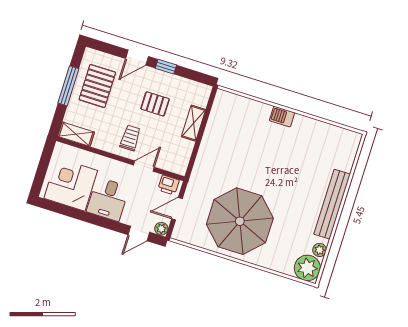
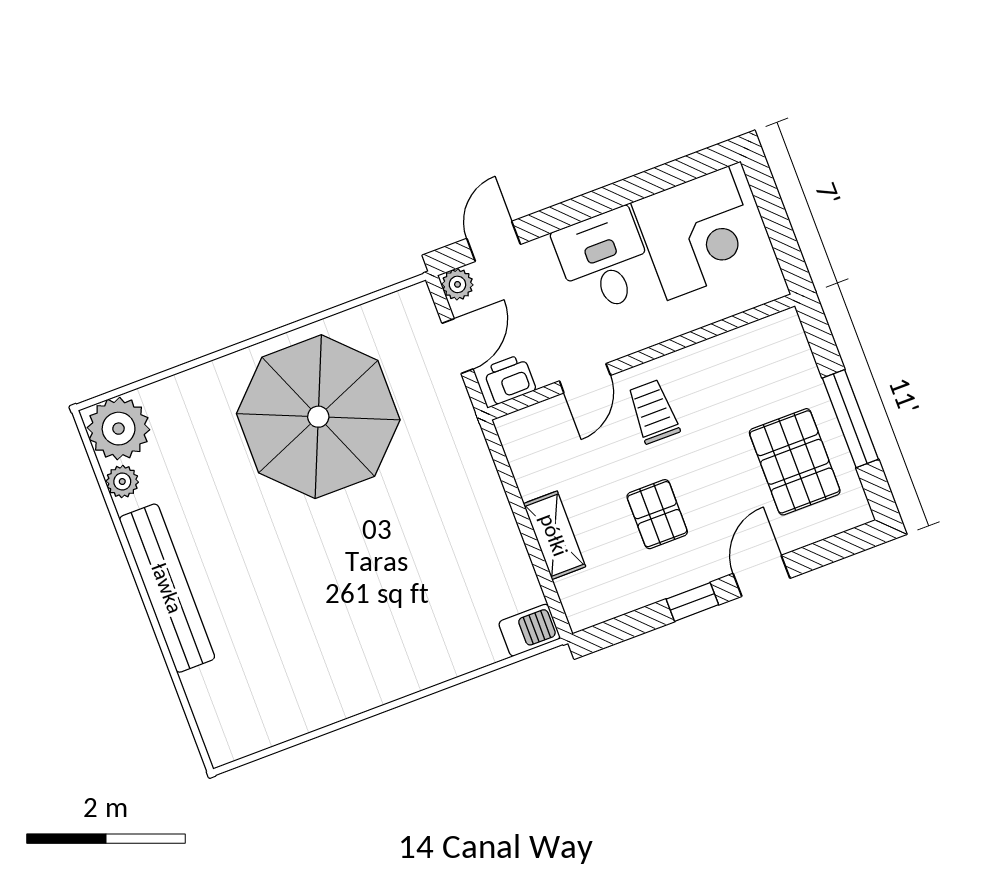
pallet: (155, 104) -> (657, 514), turned 90
barbecue: (282, 117) -> (529, 630), moved
shelving: (76, 134) -> (763, 337), removed
trolley: (130, 138) -> (653, 412), turned 180

